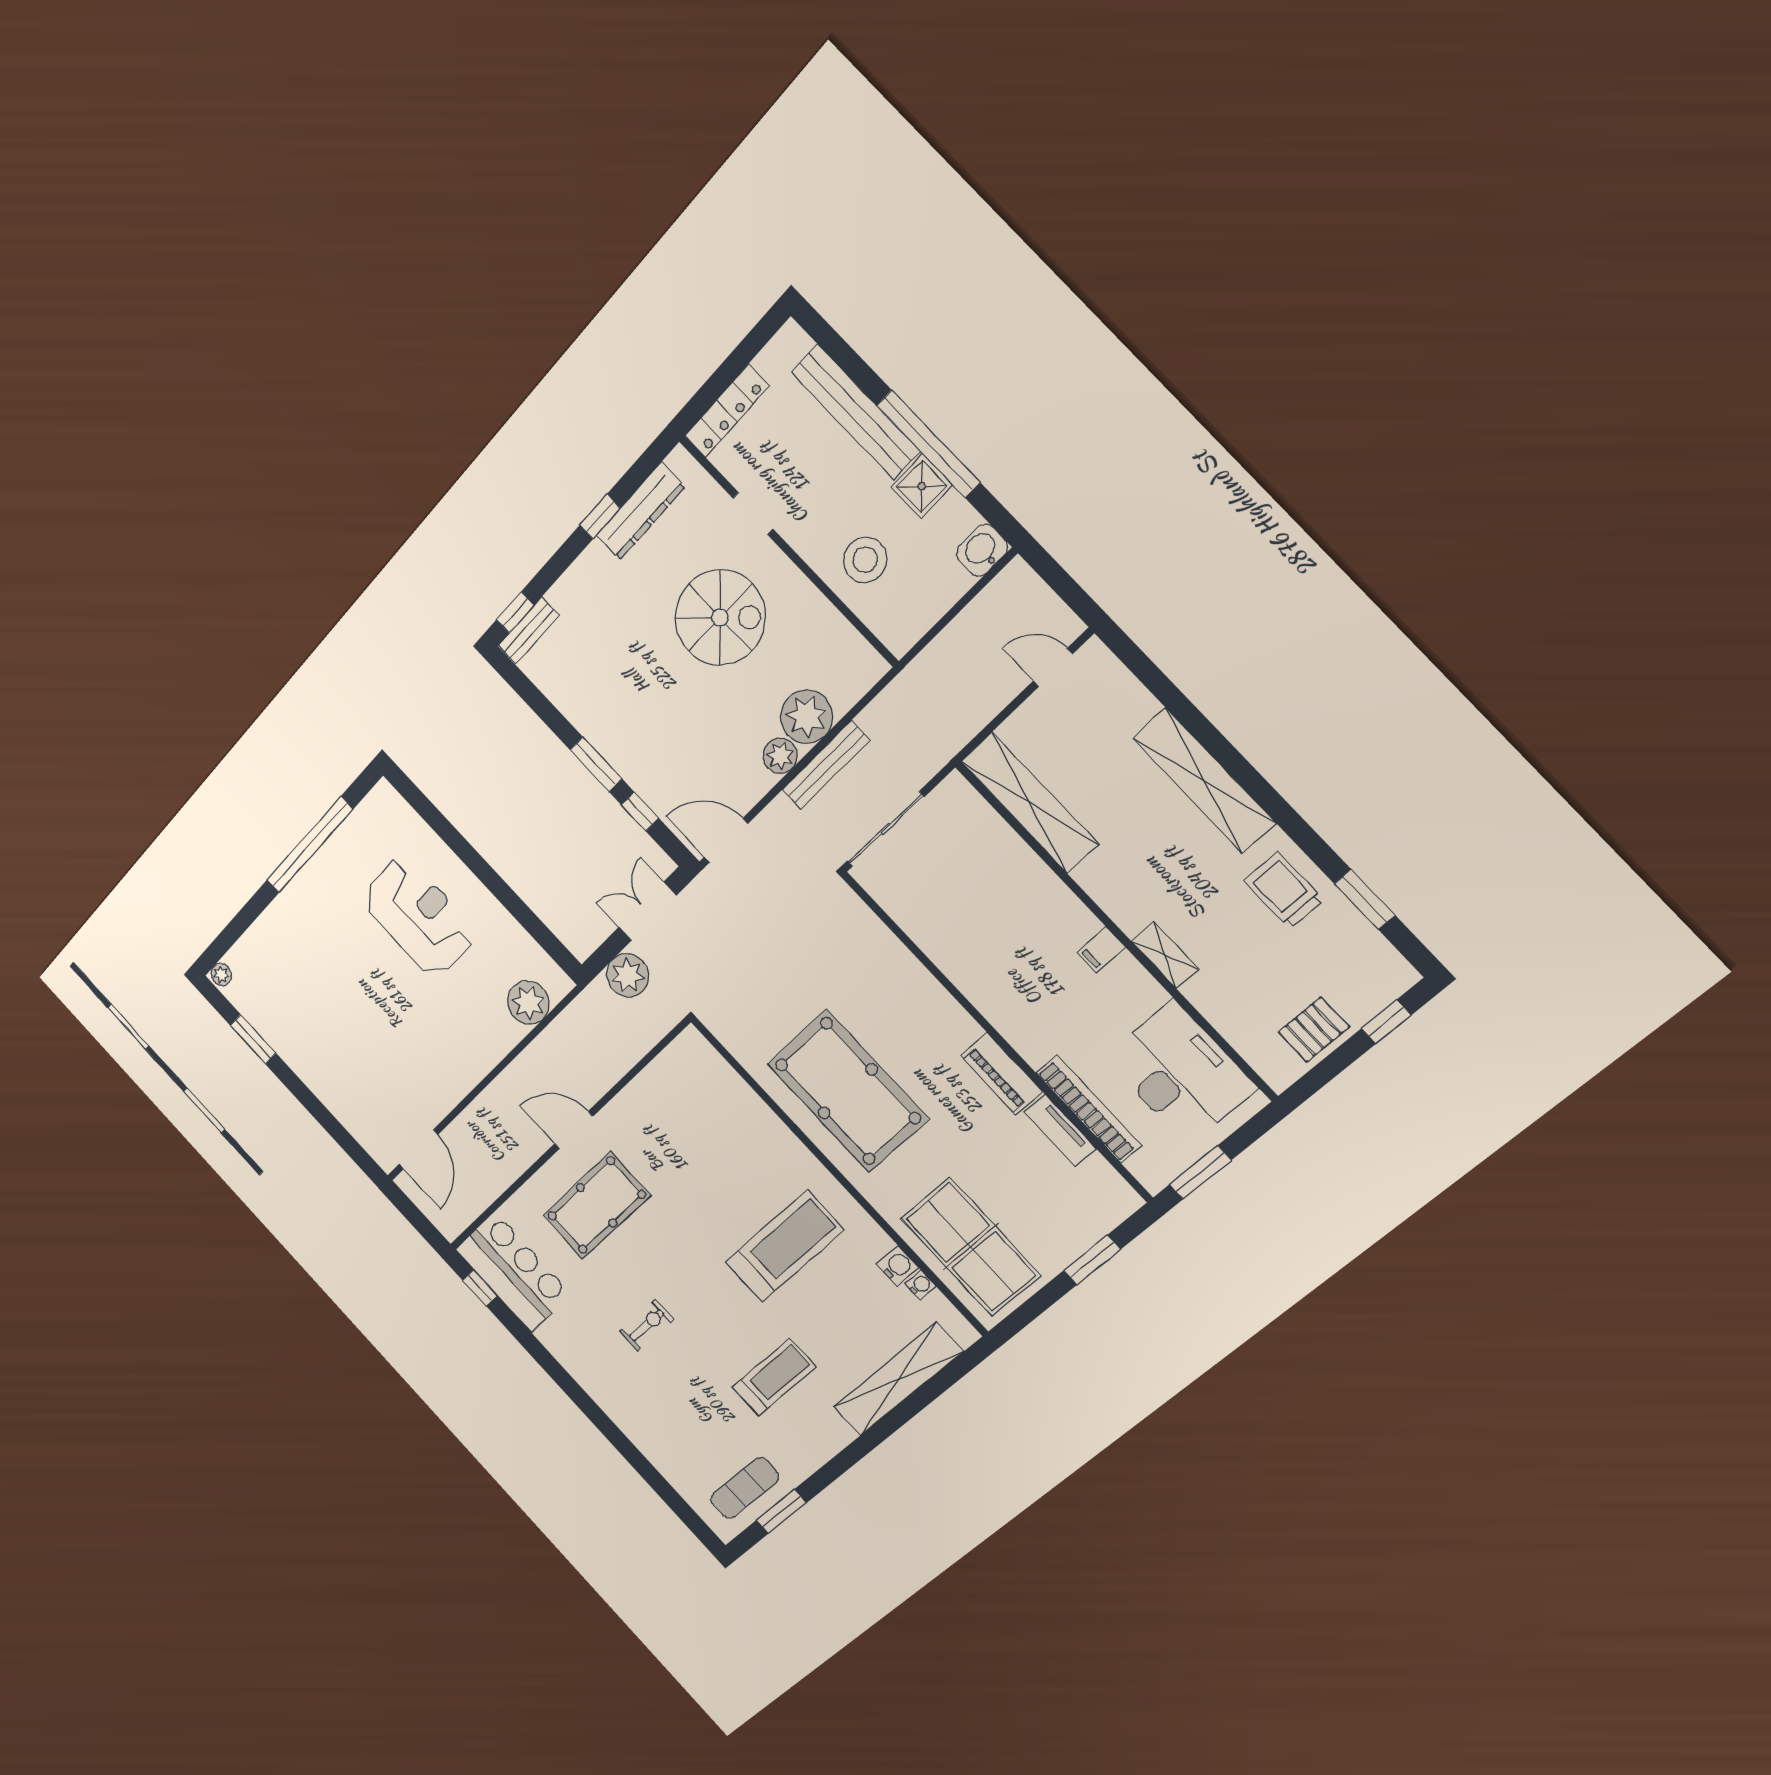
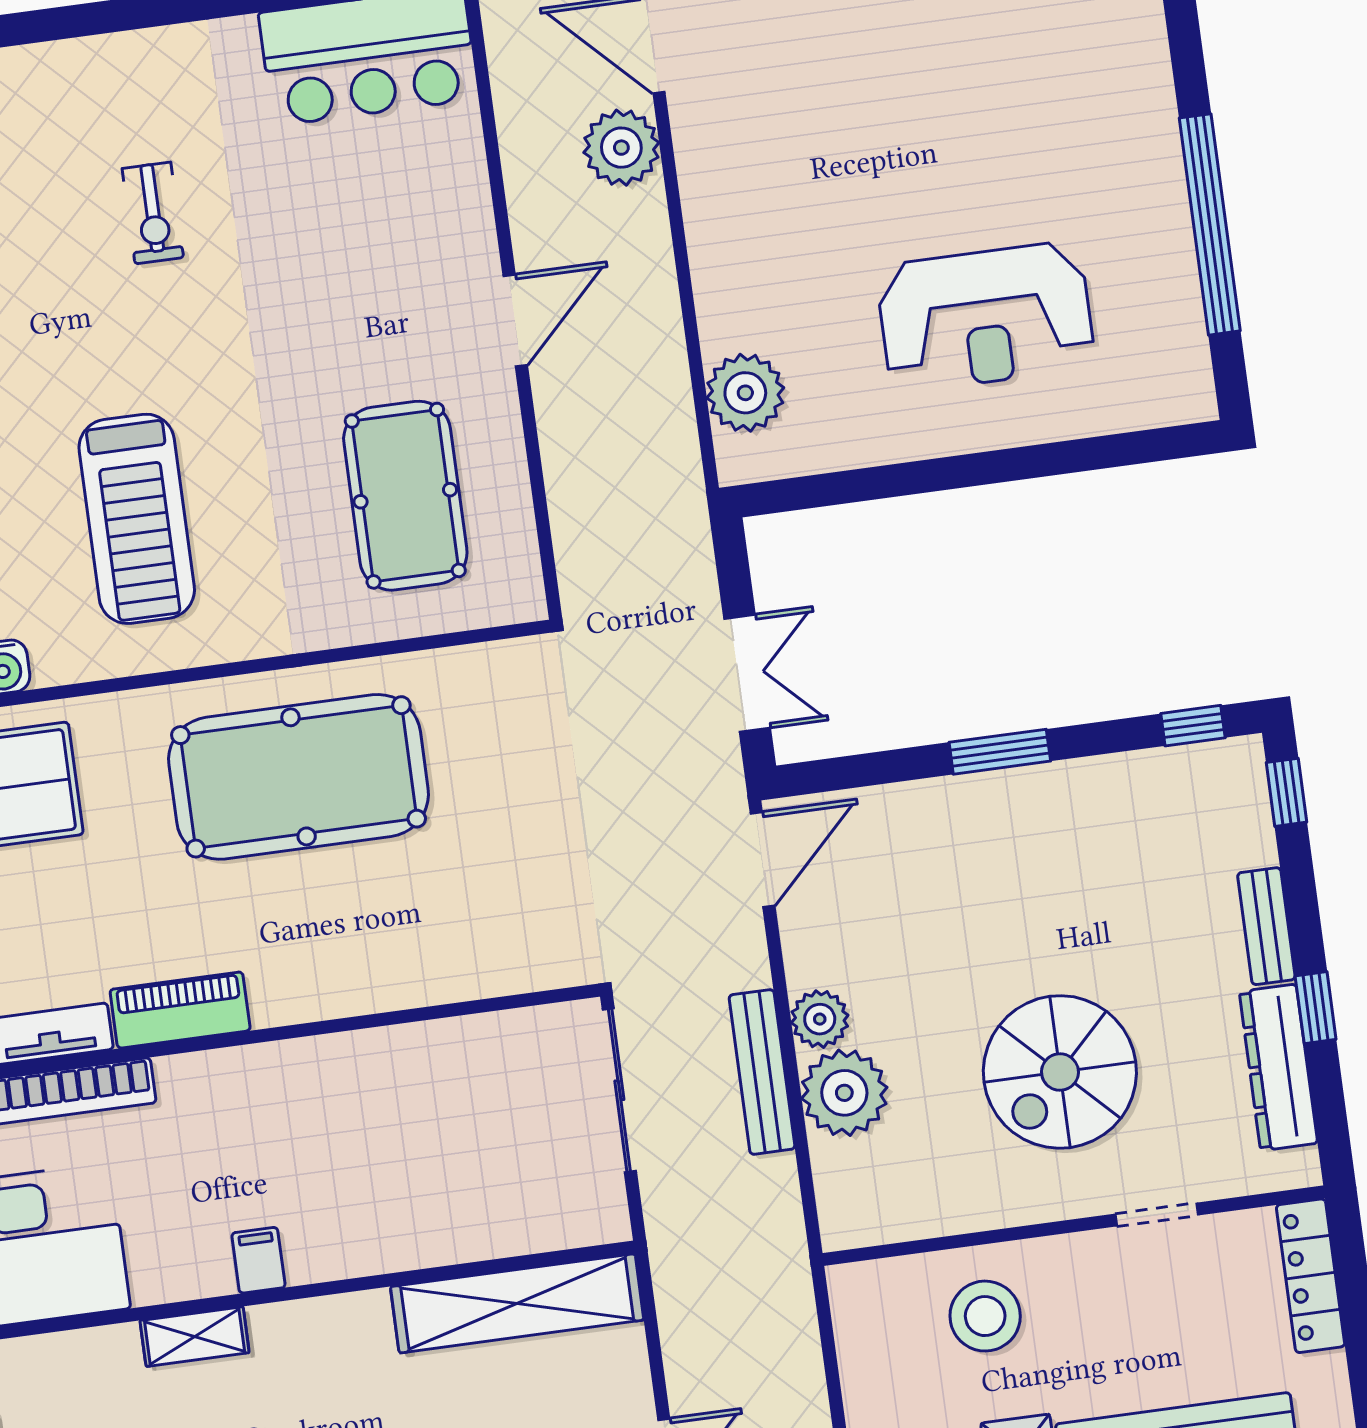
bench: (528, 631) -> (1266, 926), moved
window: (640, 811) -> (1193, 726), moved
plant: (628, 975) -> (621, 148), moved
pool table: (597, 1205) -> (405, 496), moved

